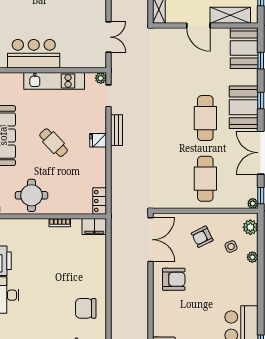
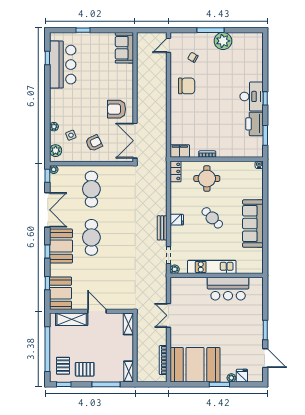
double door: (108, 37) -> (169, 315), moved
round table: (31, 195) -> (207, 179), moved

